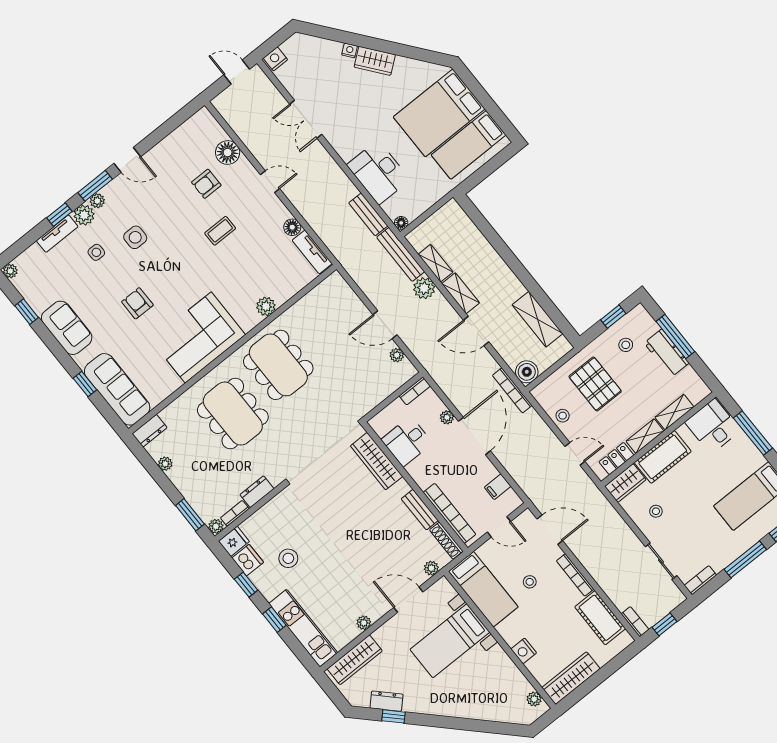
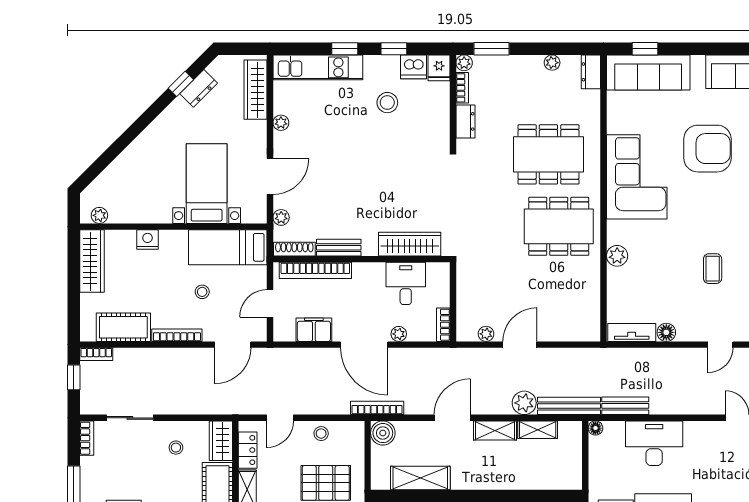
armchair: (137, 303) -> (707, 149), width x1.88, depth x1.88
window: (85, 384) -> (645, 49), moved
filing cabinet: (498, 487) -> (314, 330), width x2.00

